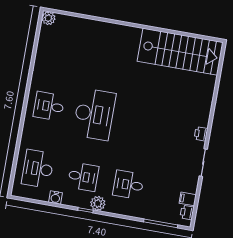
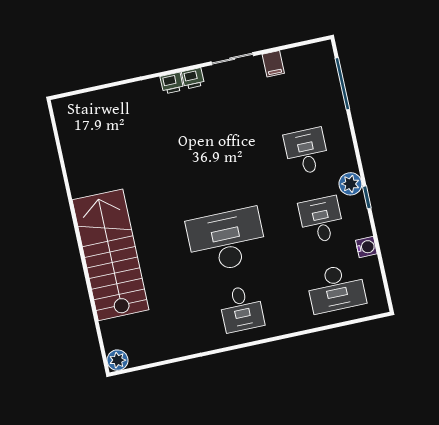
stairs: (180, 52) -> (111, 255), moved
desk: (128, 185) -> (306, 151), turned 180
filing cabinet: (188, 199) -> (273, 64), moved
printer: (187, 212) -> (172, 83), moved

